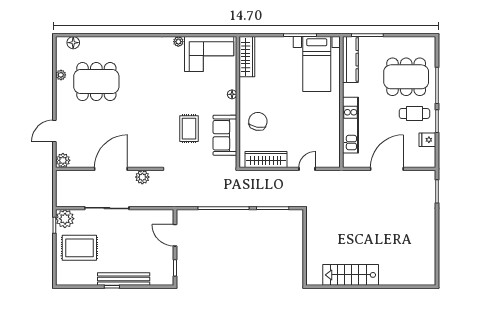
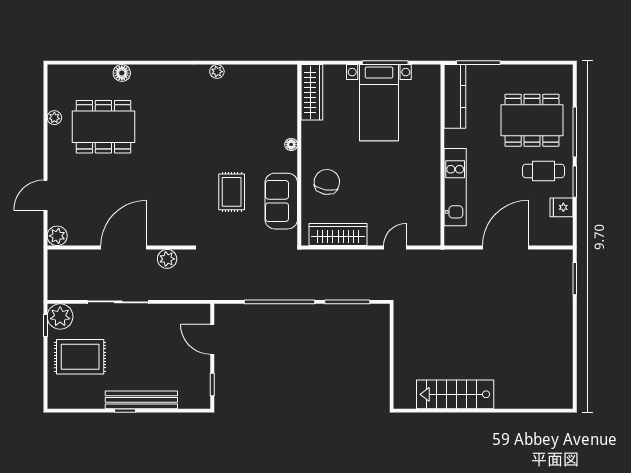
floor lamp: (73, 43) -> (122, 73), moved
corner sofa: (209, 54) -> (259, 89), removed
bed with nightstands: (317, 64) -> (379, 103), moved

